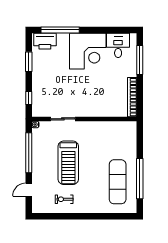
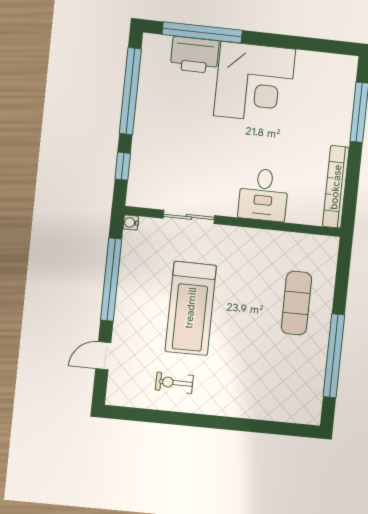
printer: (45, 41) -> (195, 55), moved
desk: (118, 45) -> (263, 195), moved, turned 180
window: (29, 62) -> (130, 91), width x2.11
exercise mat: (118, 182) -> (296, 303), moved, width x0.73, depth x0.69

